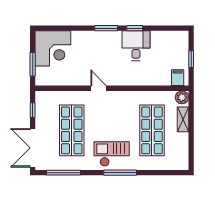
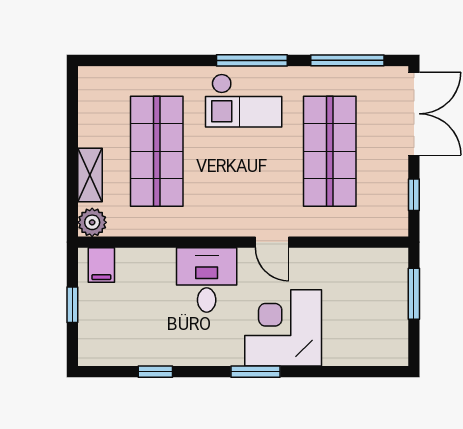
window: (135, 28) -> (155, 372), moved
desk: (136, 46) -> (207, 280), moved, turned 180
corner desk: (53, 48) -> (283, 328), moved
window: (120, 173) -> (252, 60), moved

